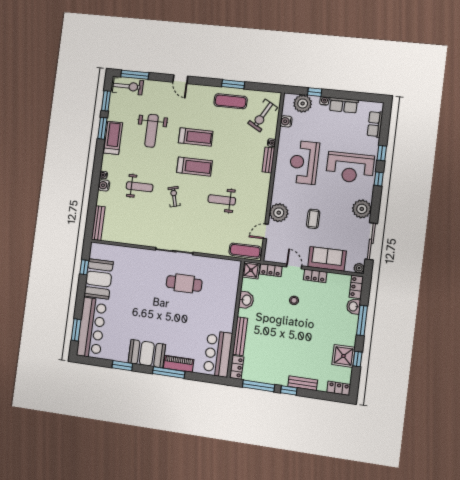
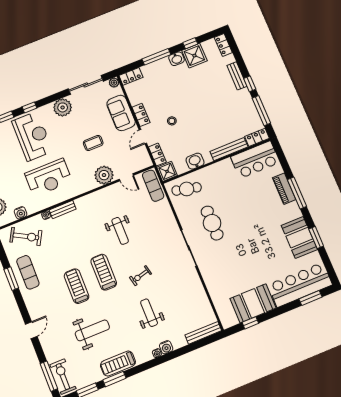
cafe table: (226, 278) -> (187, 189), added
washbasin: (353, 306) -> (177, 59), moved
booth: (147, 354) -> (299, 238), moved

